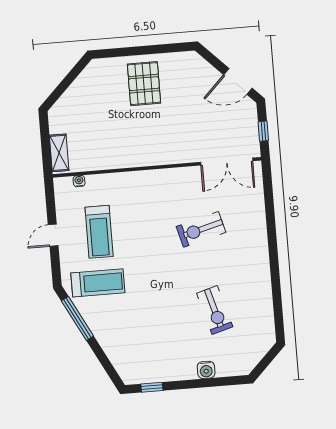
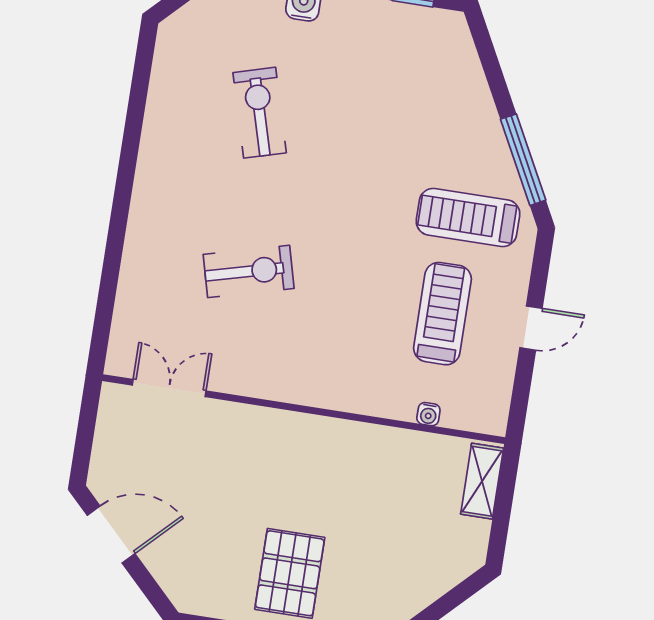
window: (263, 131) -> (86, 429), removed
double door: (227, 162) -> (169, 388), width x0.73
water cooler: (79, 181) -> (428, 414), moved

